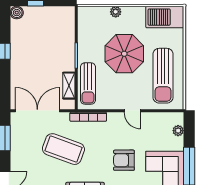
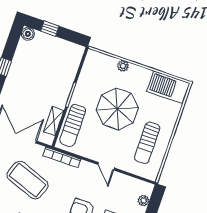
sun lounger: (163, 76) -> (147, 143), width x0.73, depth x0.75

